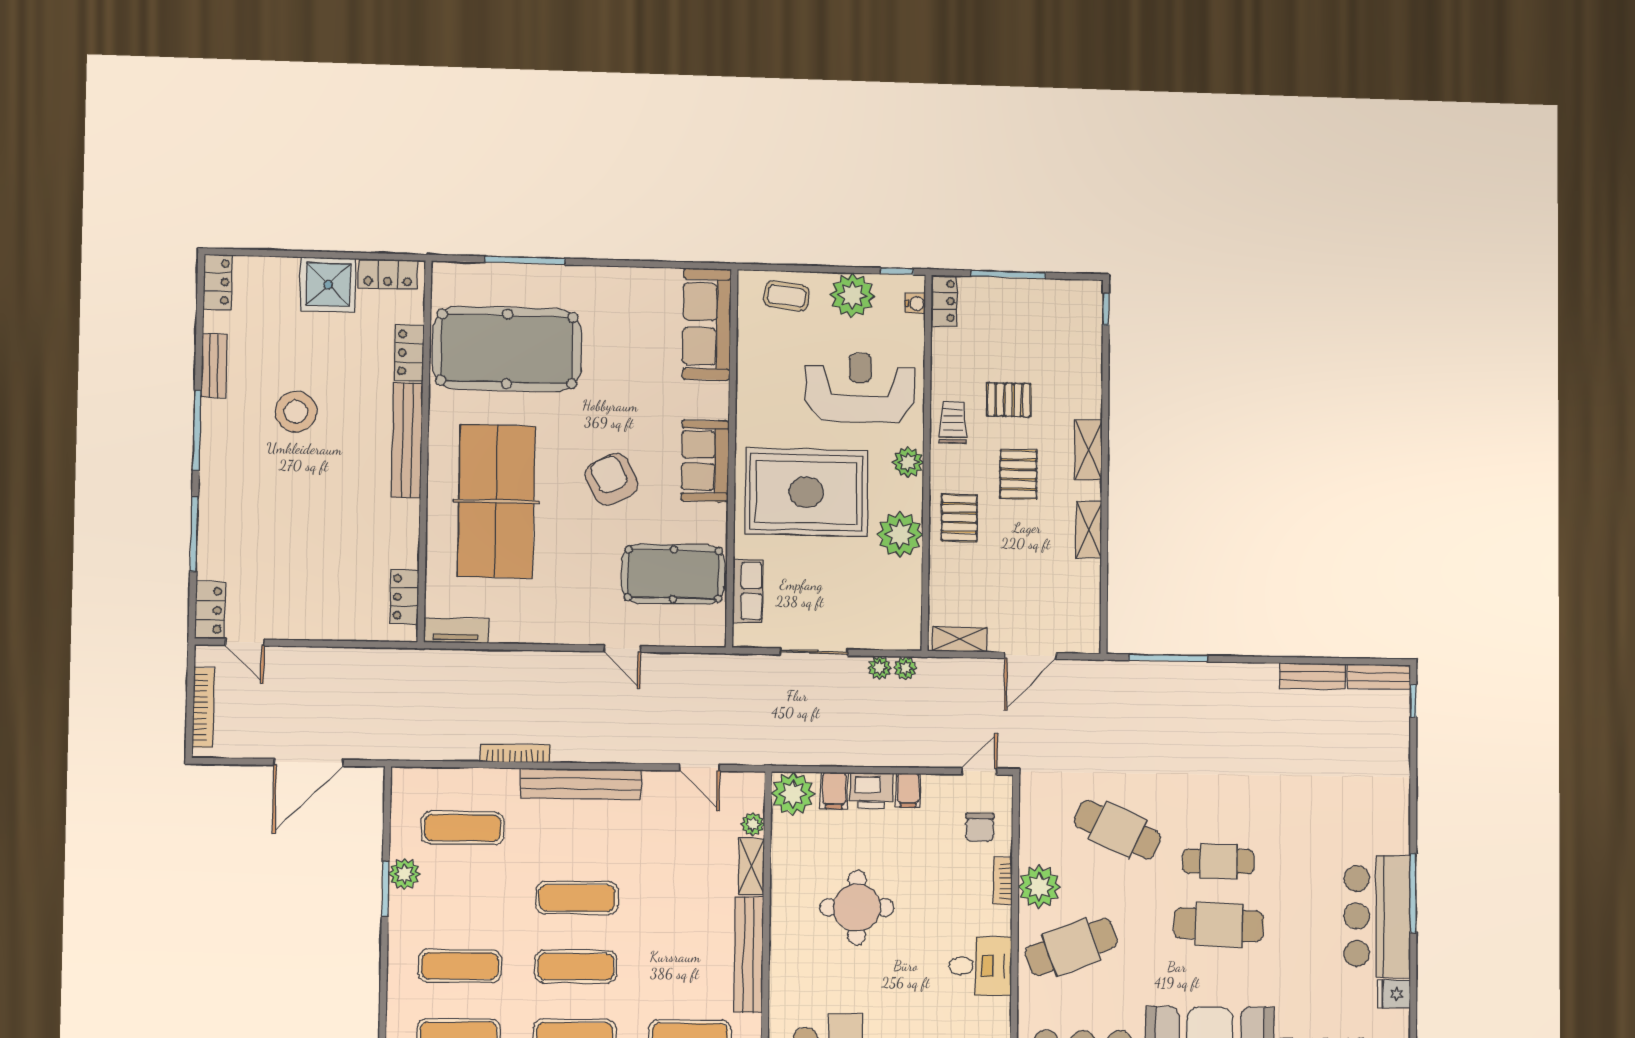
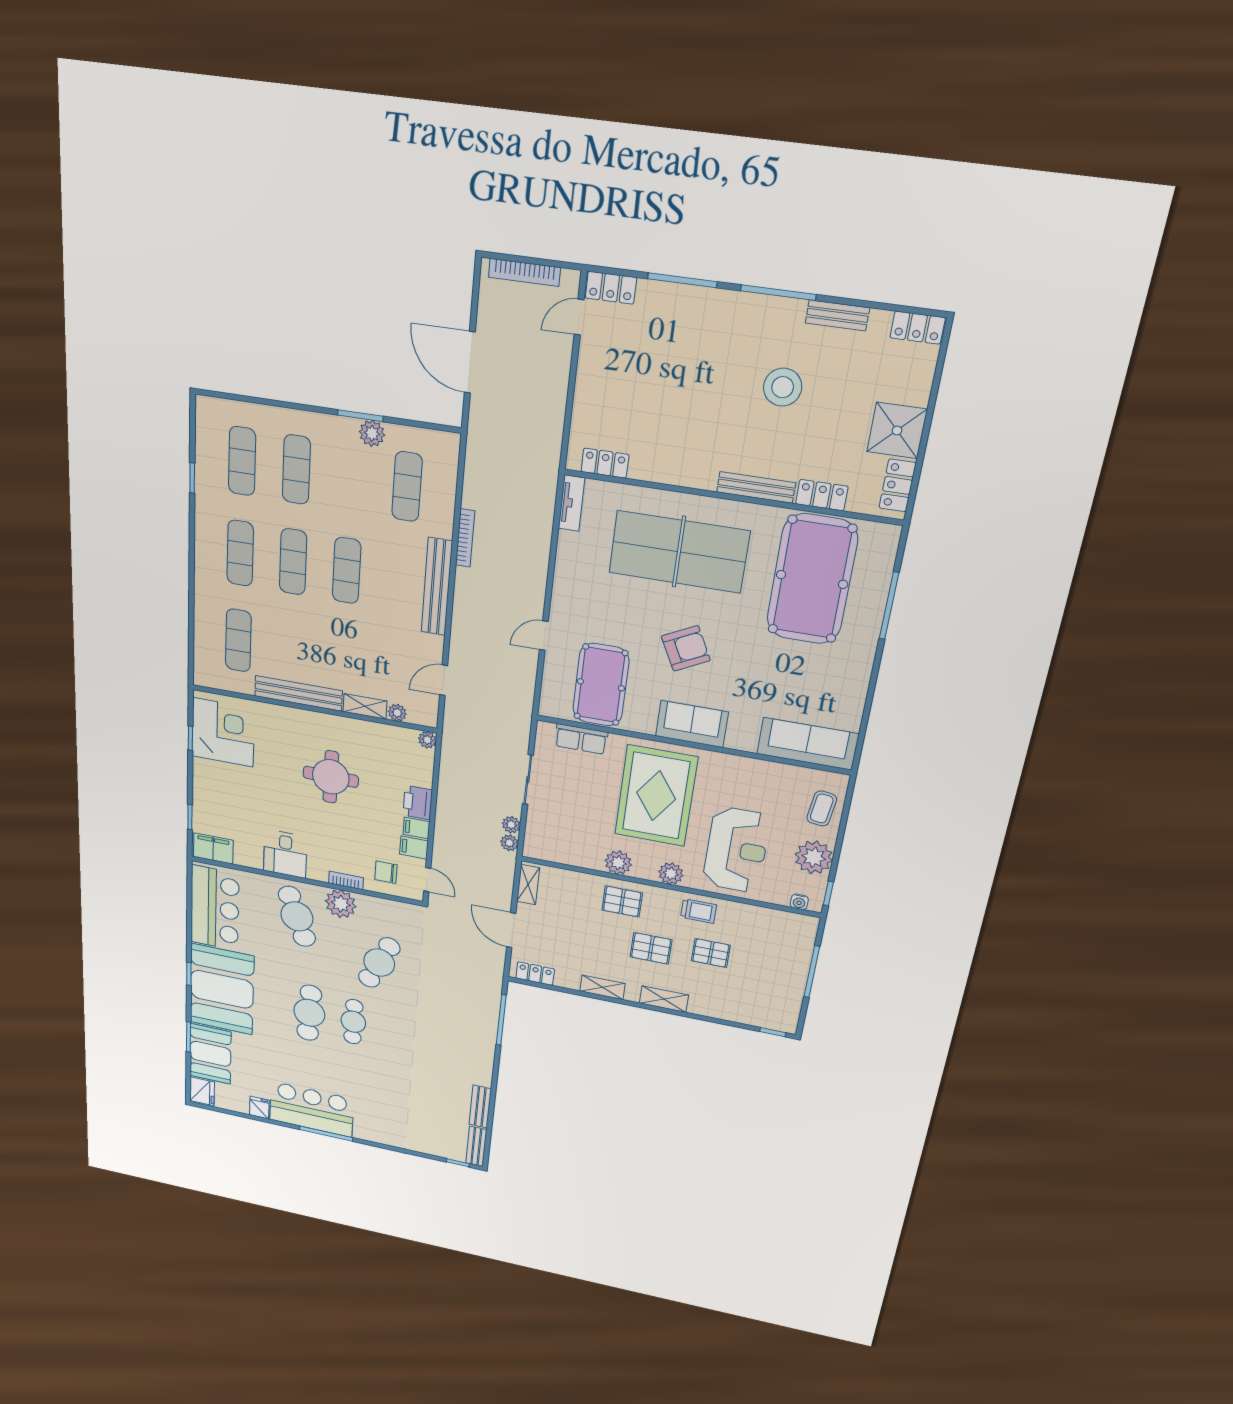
locker: (944, 301) -> (535, 974), moved, turned 180
pallet: (1009, 400) -> (711, 953), turned 90
bench: (407, 440) -> (756, 487), width x0.73, depth x0.82
plant: (900, 535) -> (618, 863), width x0.73, depth x0.73
filing cabinet: (834, 791) -> (414, 848), moved
plant: (793, 794) -> (427, 740), width x0.53, depth x0.53

